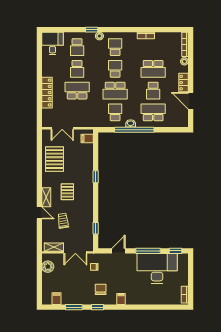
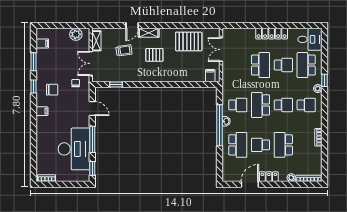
school desk: (77, 47) -> (306, 65), width x1.85
school desk: (77, 69) -> (283, 65), turned 180
locker: (47, 93) -> (272, 34), moved
window: (96, 177) -> (170, 84), removed

